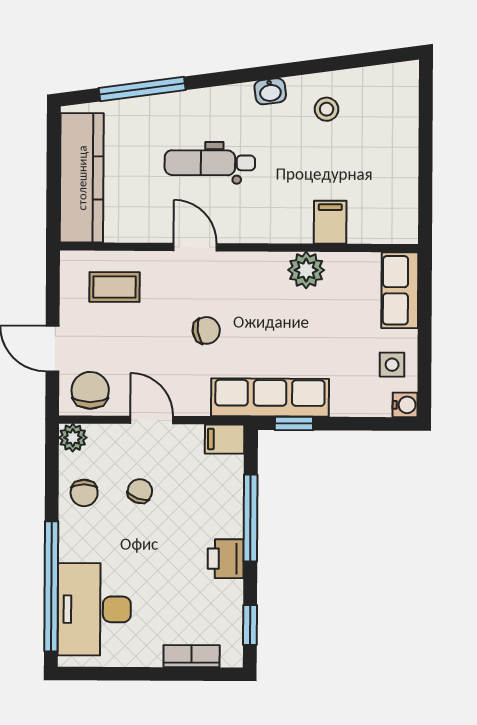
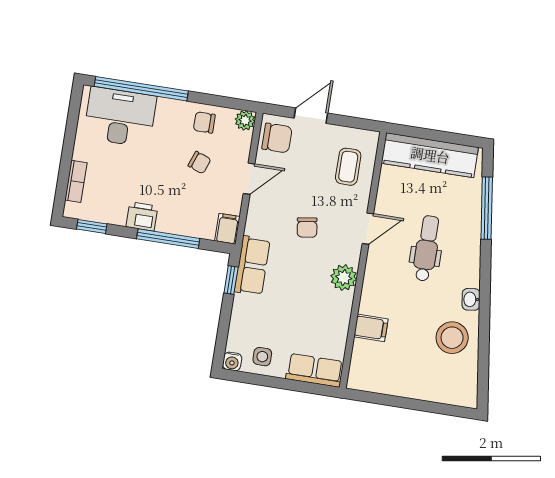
stool: (327, 109) -> (452, 338), width x1.89, depth x1.89
plant: (306, 270) -> (344, 278), moved
row of seats: (270, 397) -> (252, 266), width x0.68

